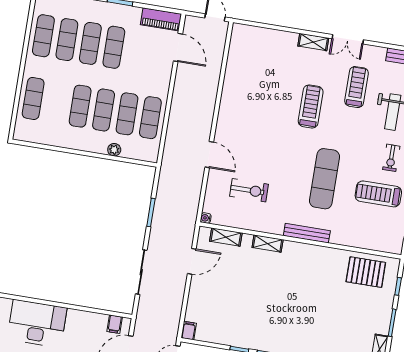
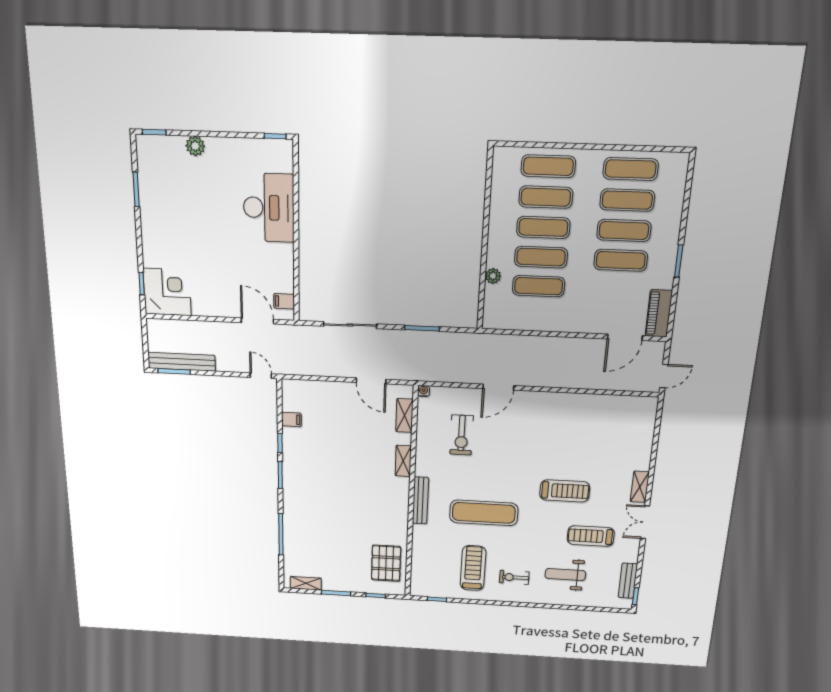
treadmill: (356, 87) -> (591, 536), turned 180
exercise mat: (150, 118) -> (546, 197), moved
filing cabinet: (189, 331) -> (291, 419), moved

